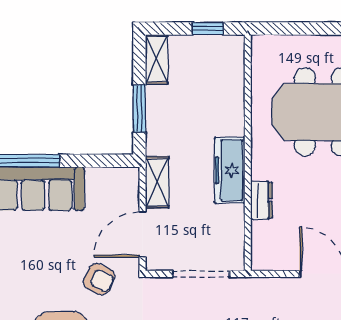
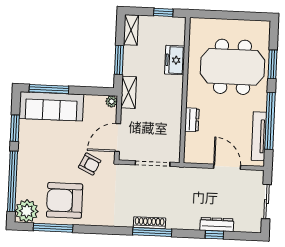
freezer: (230, 170) -> (175, 60), moved, width x0.71
plant: (130, 176) -> (112, 101), added
shelving: (157, 182) -> (129, 92), moved

